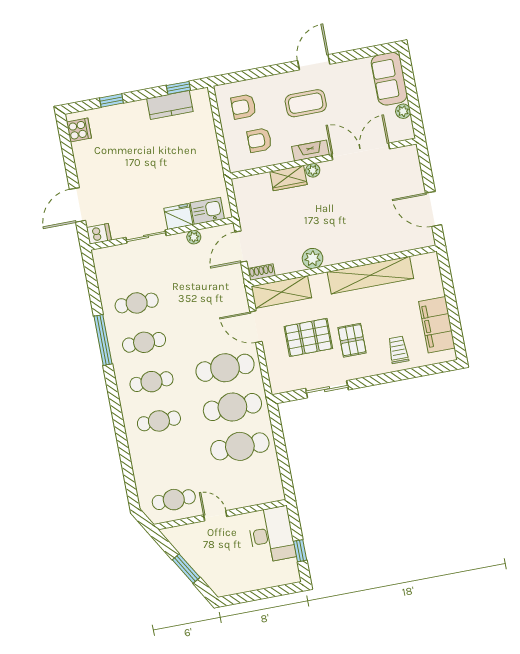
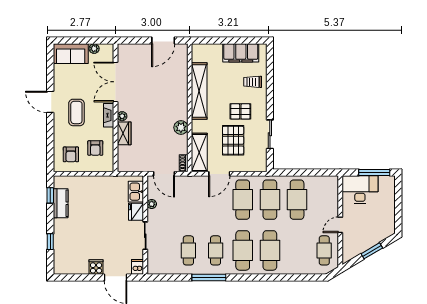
cooker: (79, 130) -> (96, 267), moved
cafe table: (151, 382) -> (243, 250), width x1.37, depth x1.35
cafe table: (159, 421) -> (270, 250), width x1.37, depth x1.35
window: (300, 551) -> (374, 173), width x2.17

